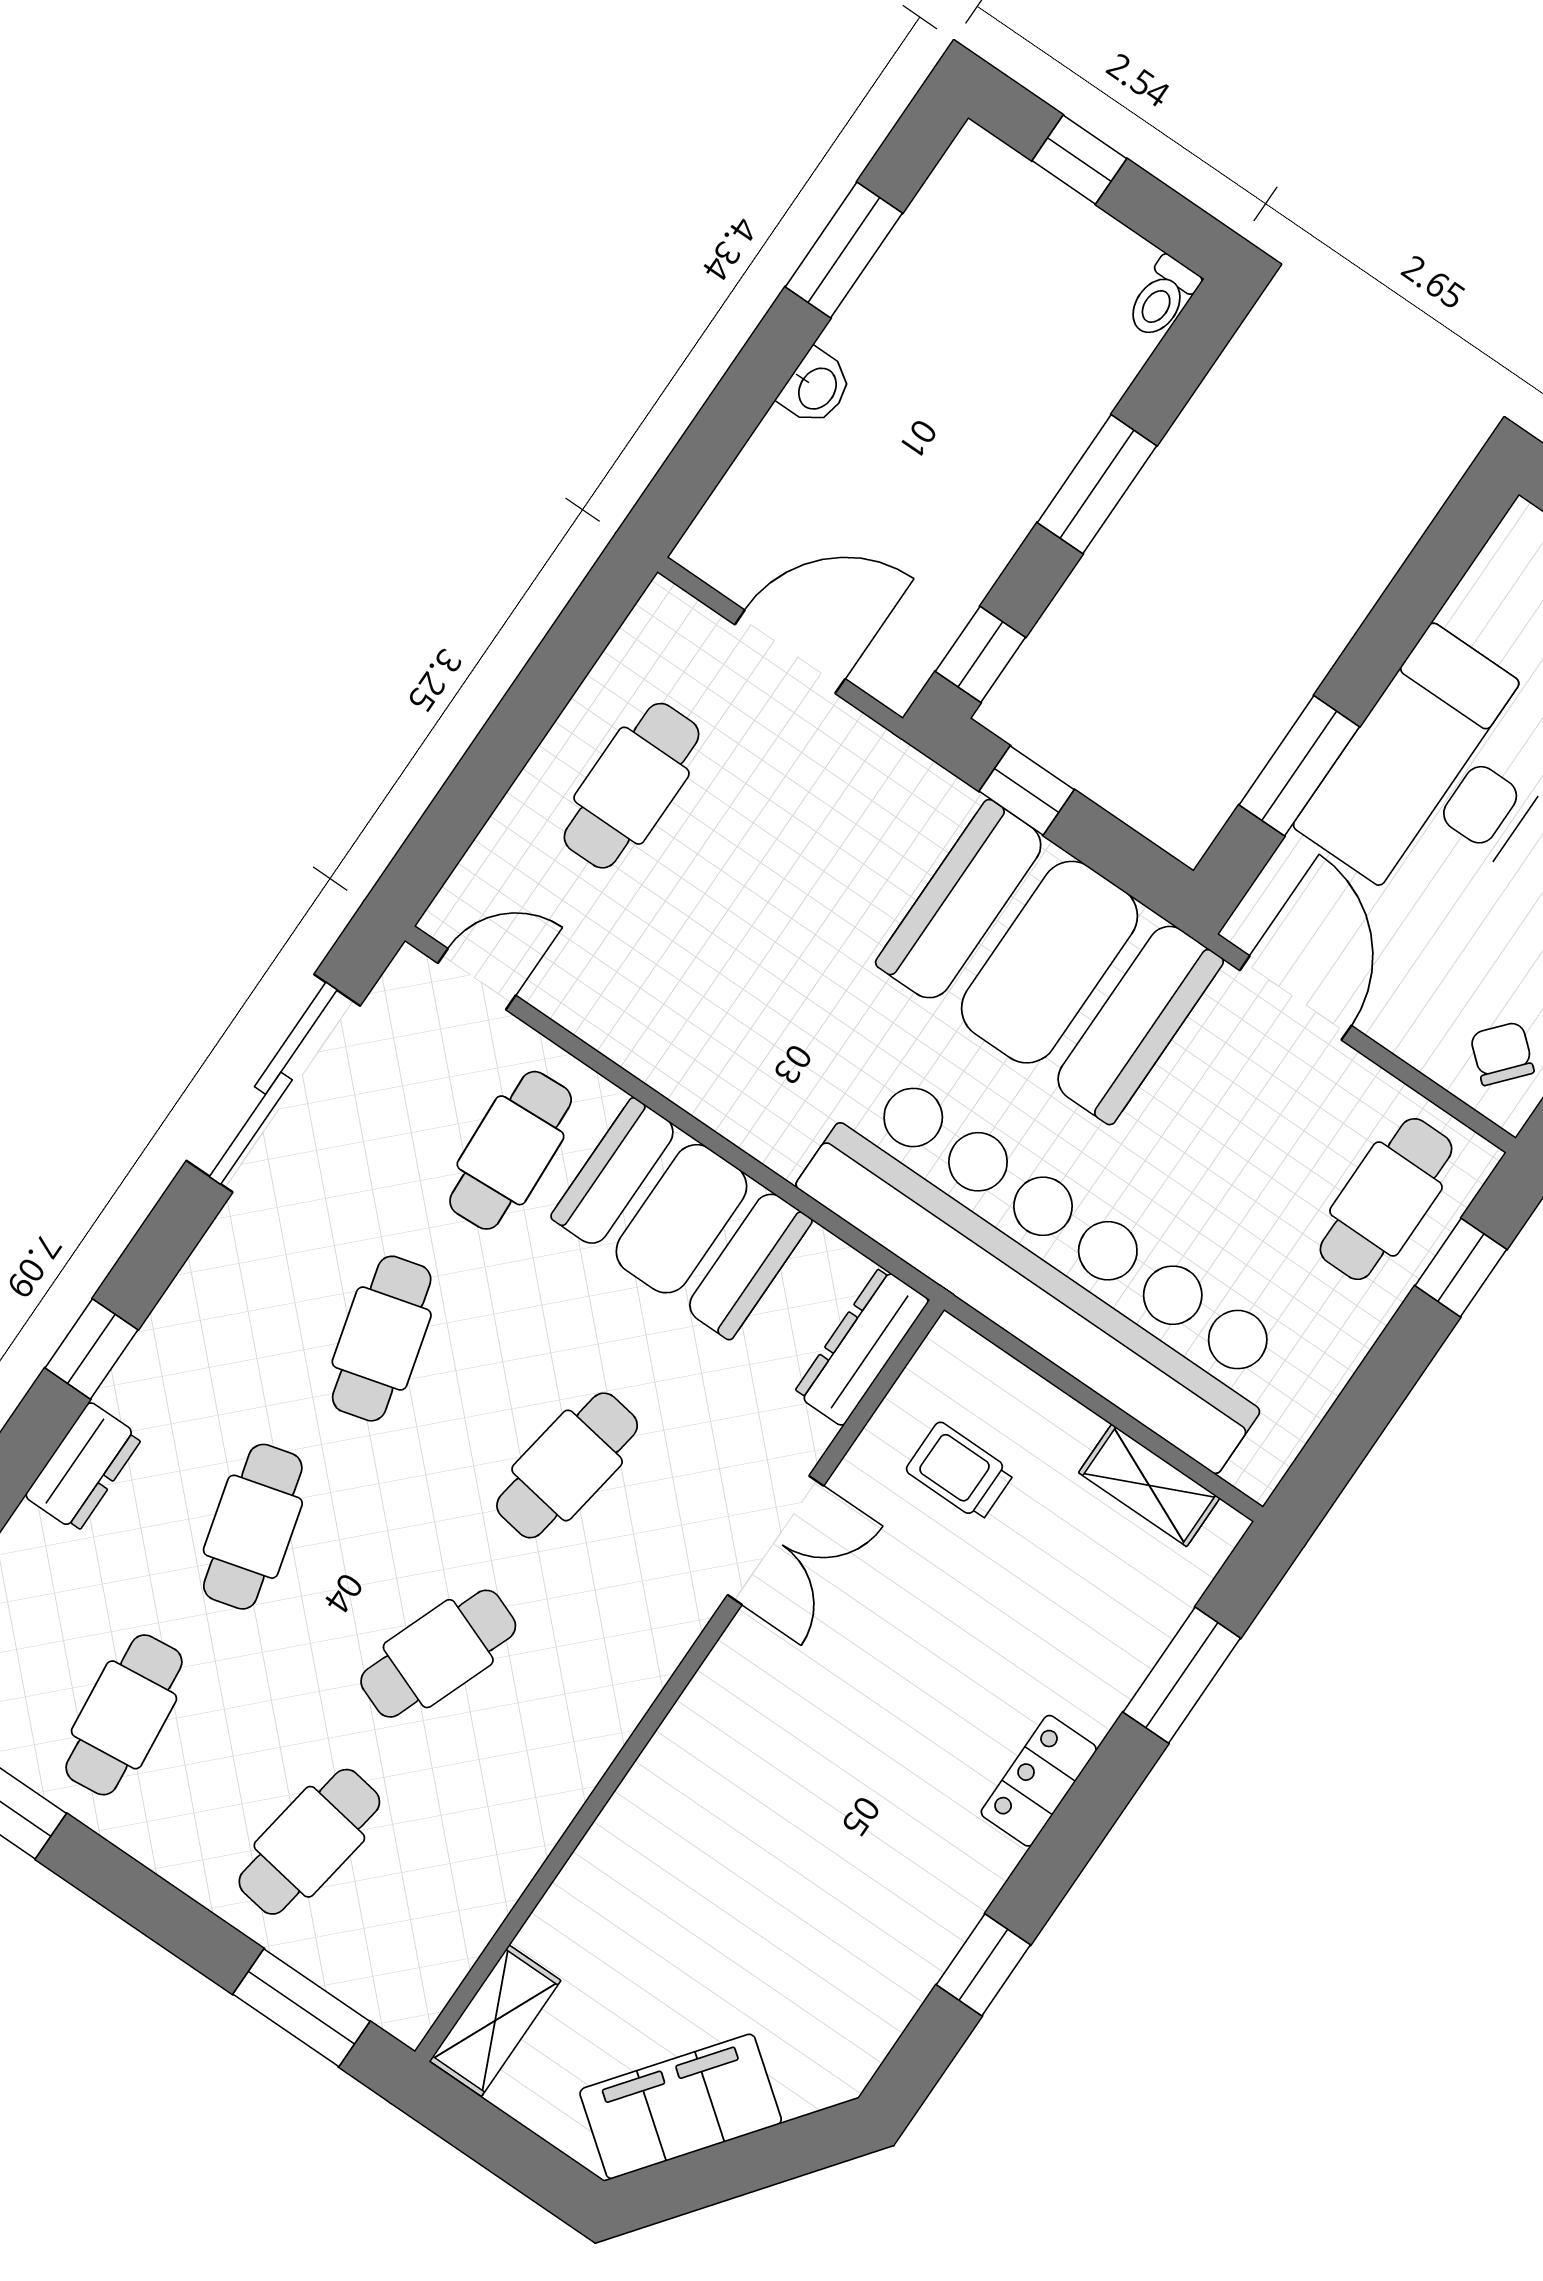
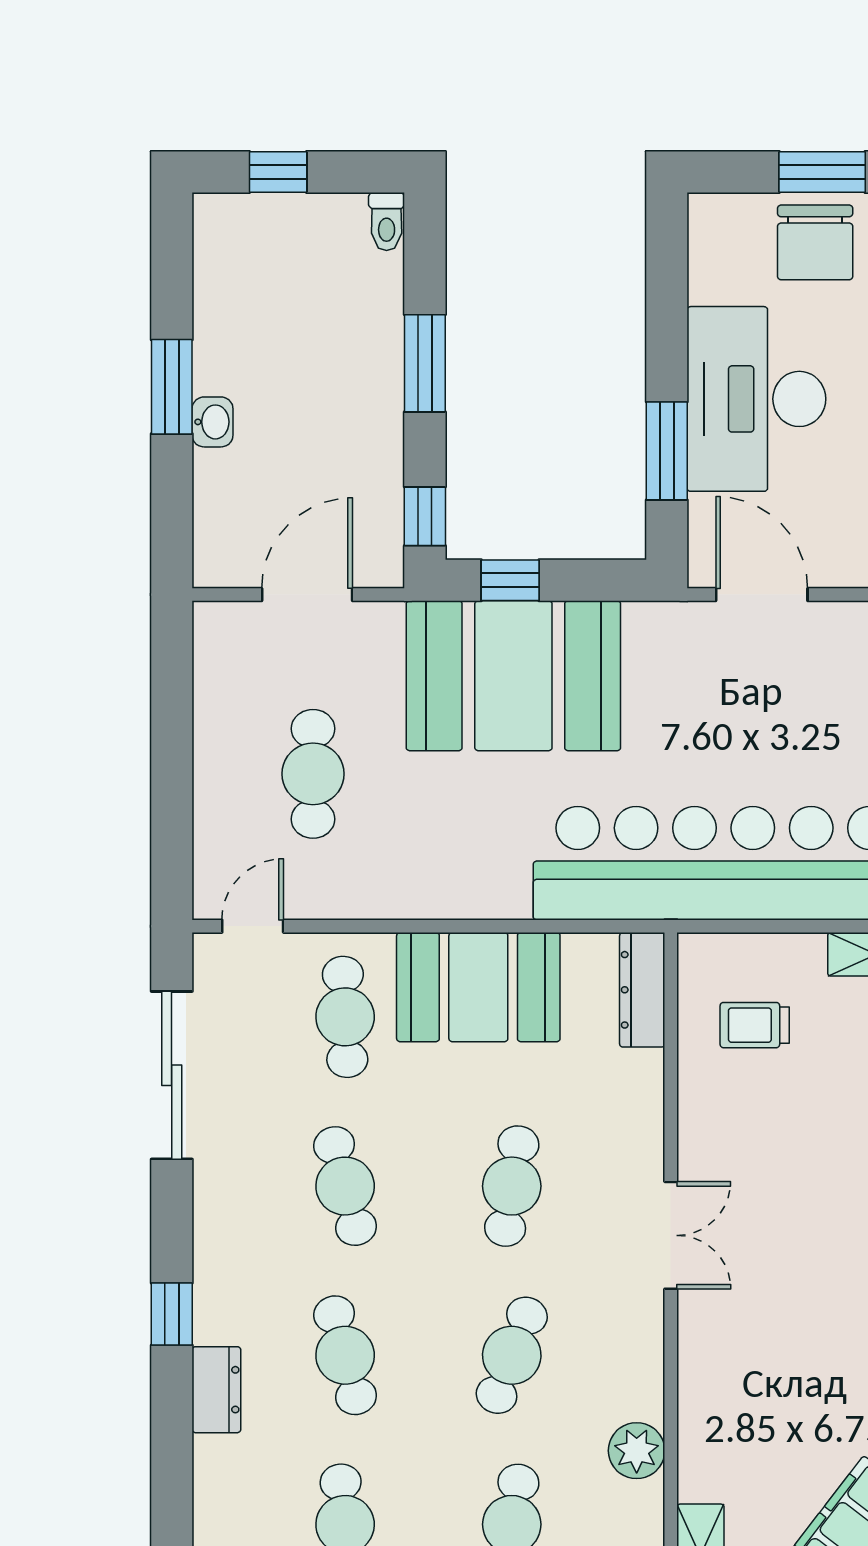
window: (844, 250) -> (172, 387), moved
cafe table: (632, 786) -> (313, 774), moved
booth: (1049, 962) -> (513, 676), moved
double door: (776, 1540) -> (671, 1235), moved
plant: (504, 1855) -> (637, 1451), added

